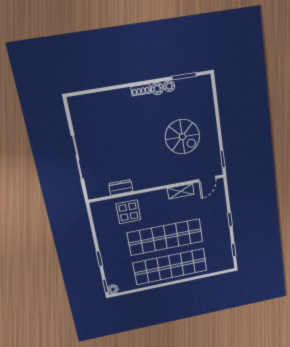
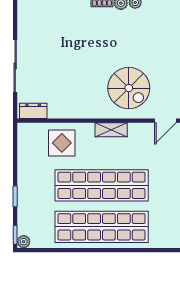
spiral stairs: (182, 137) -> (129, 88), moved
dresser: (121, 187) -> (33, 111), moved
shelving: (181, 191) -> (111, 130), moved

